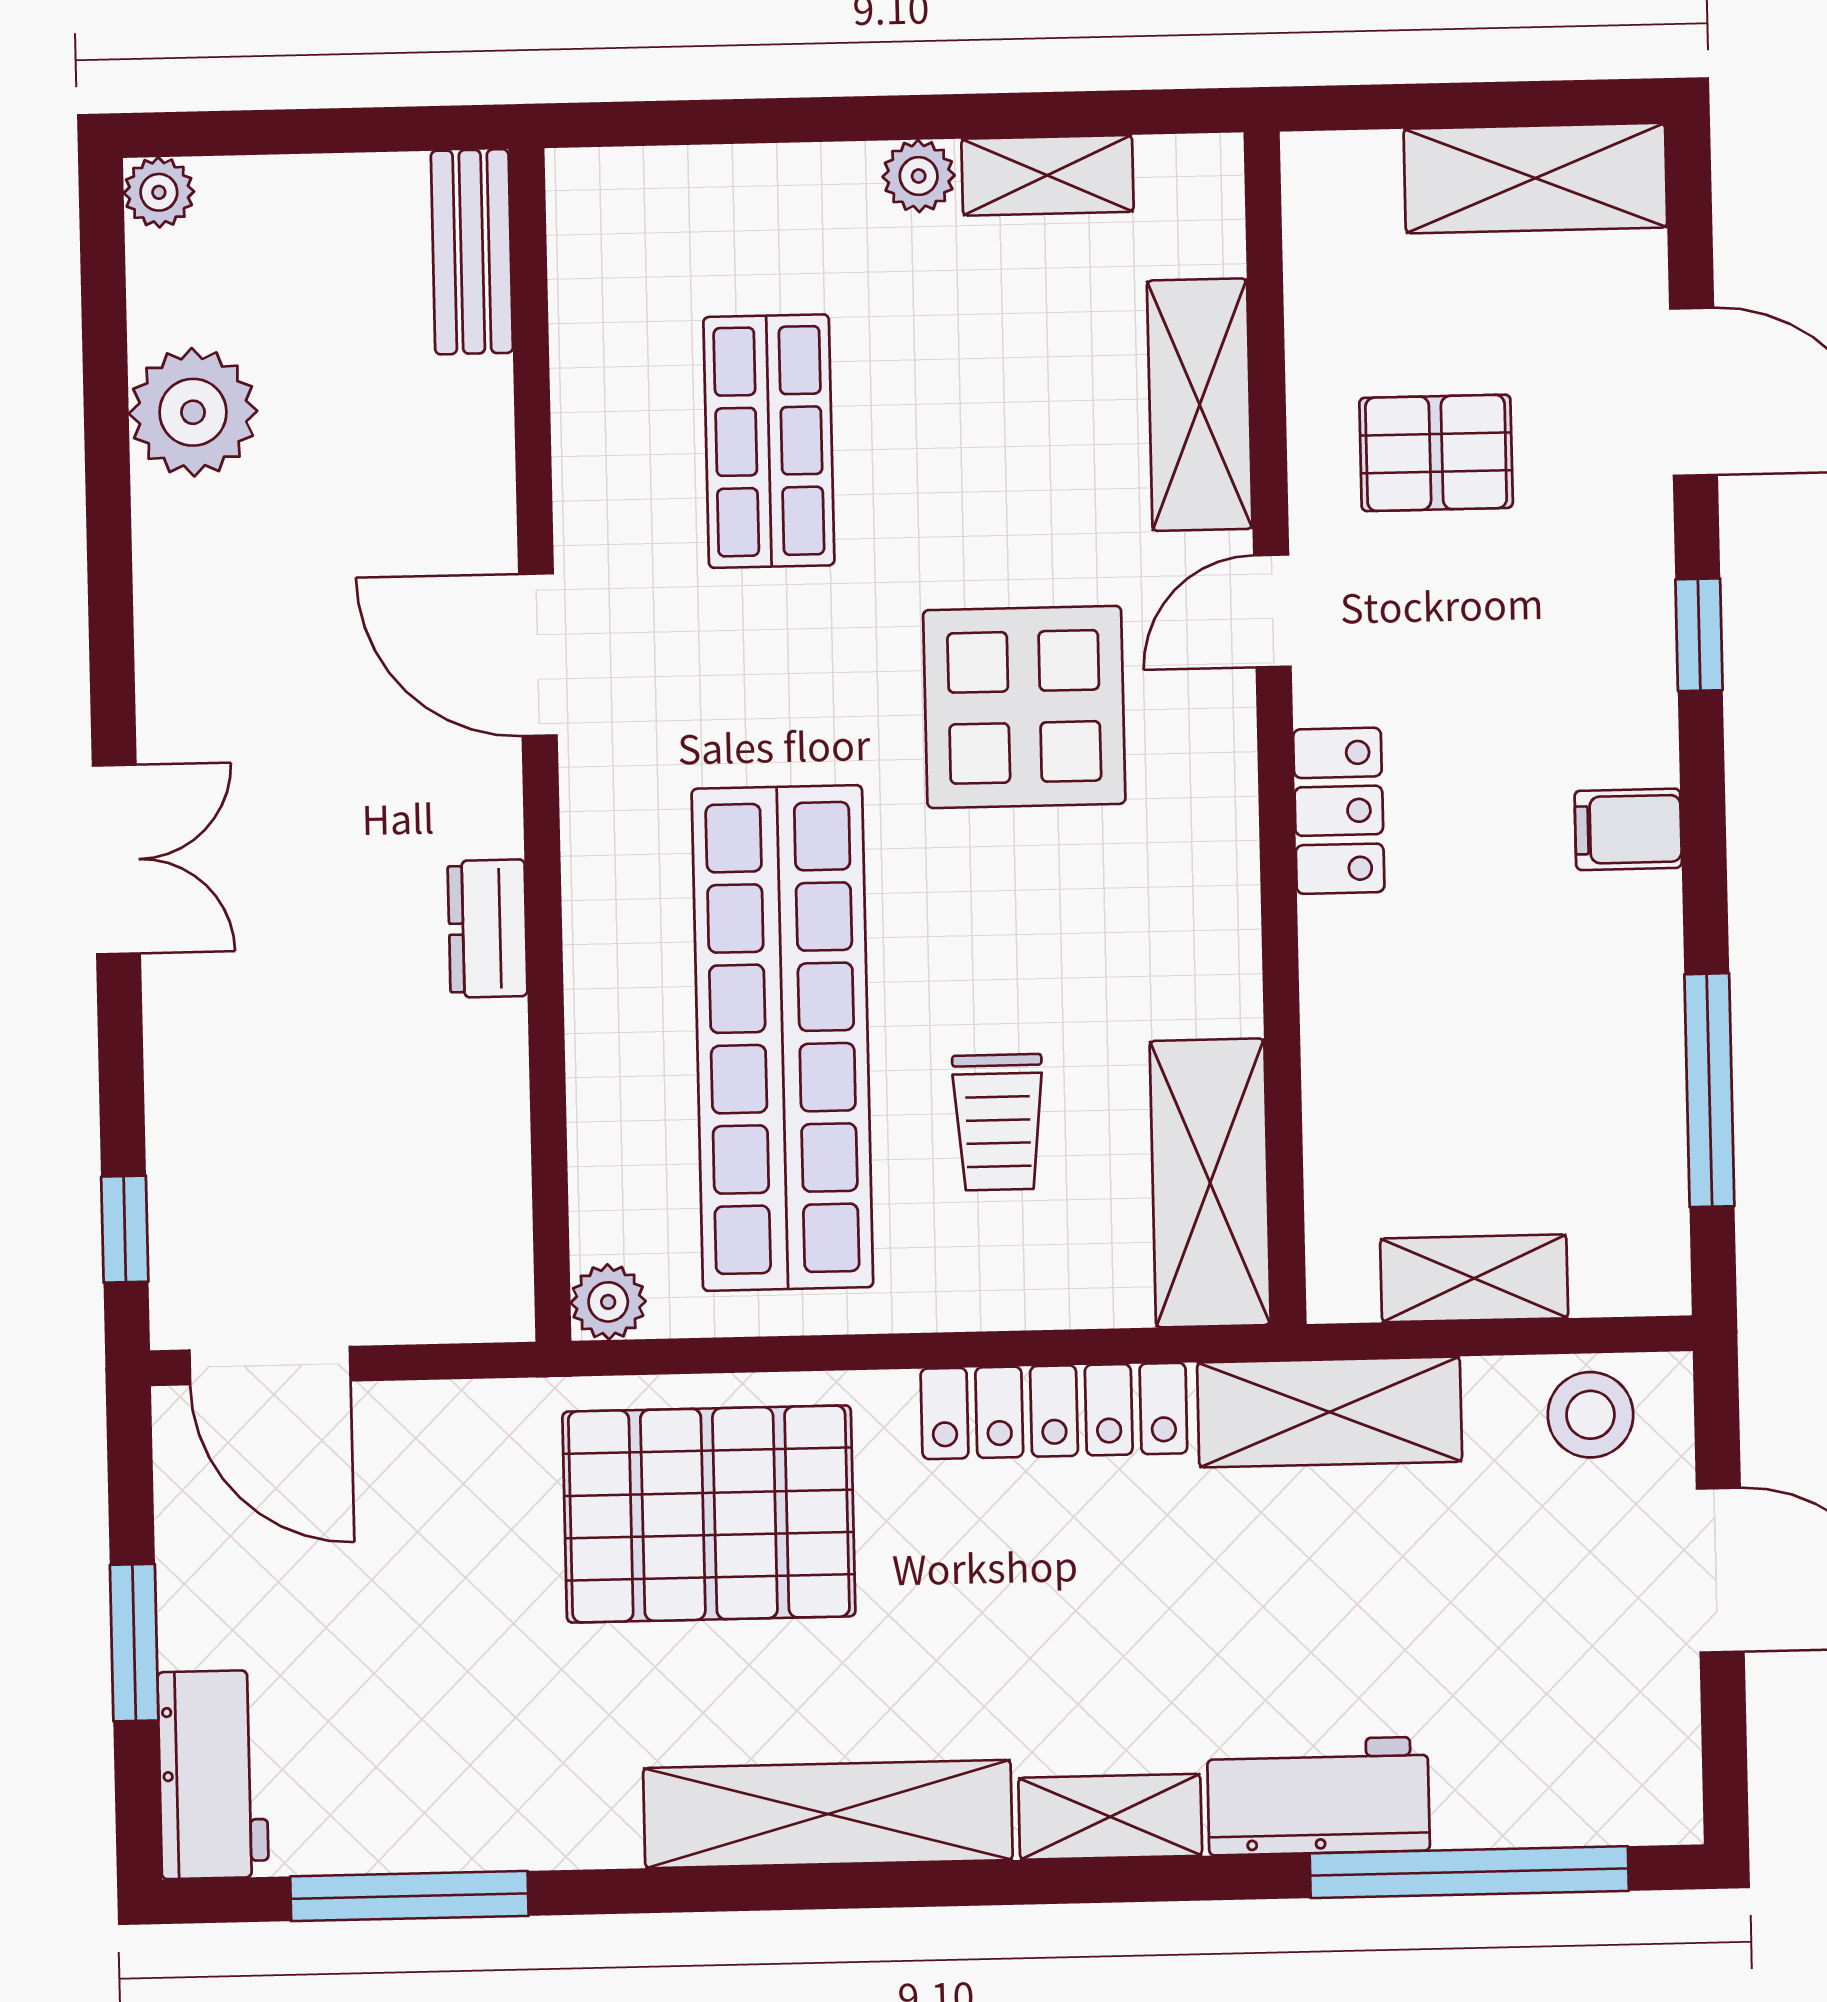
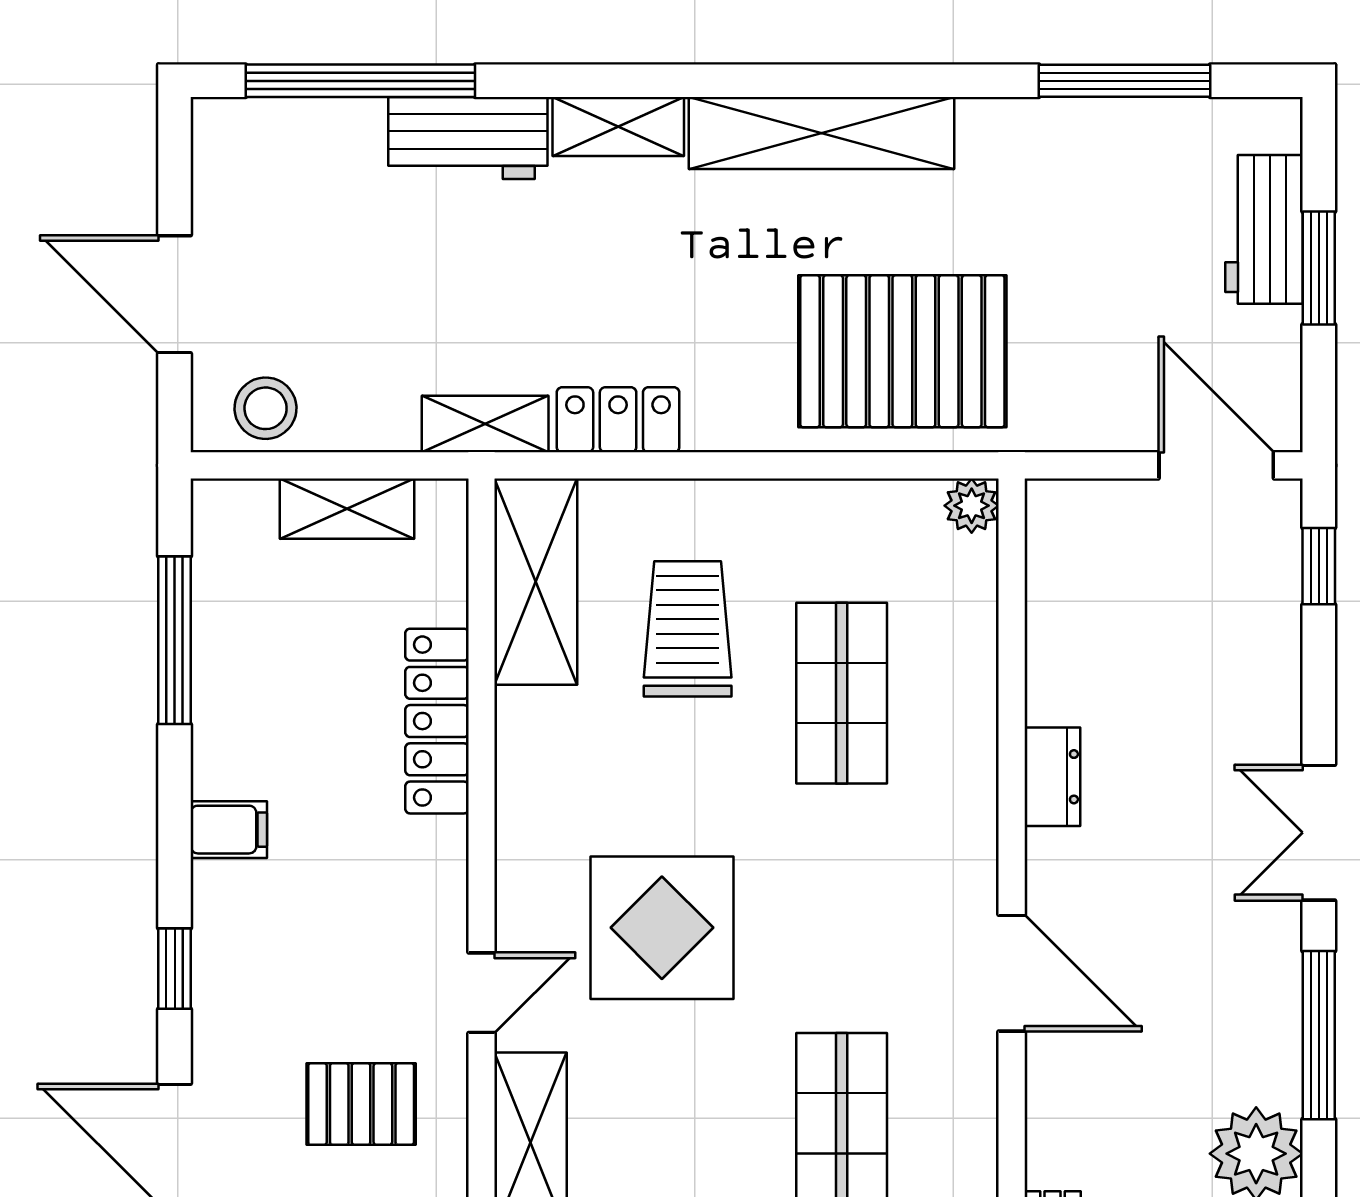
window: (110, 579) -> (1319, 1035), added
locker: (1339, 811) -> (437, 721), moved, width x1.53
shop shelf: (782, 1038) -> (842, 693), width x0.50, depth x0.74
trolley: (998, 1122) -> (688, 629), width x1.36, depth x1.39
locker: (1054, 1411) -> (618, 420), width x0.66
shelving: (1330, 1412) -> (485, 424), width x0.67, depth x0.75
workbench: (213, 1775) -> (1264, 229), moved

